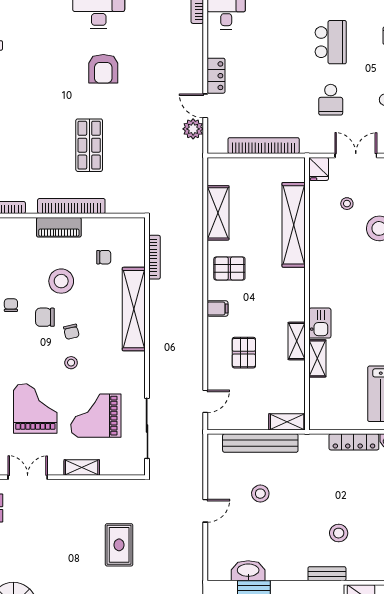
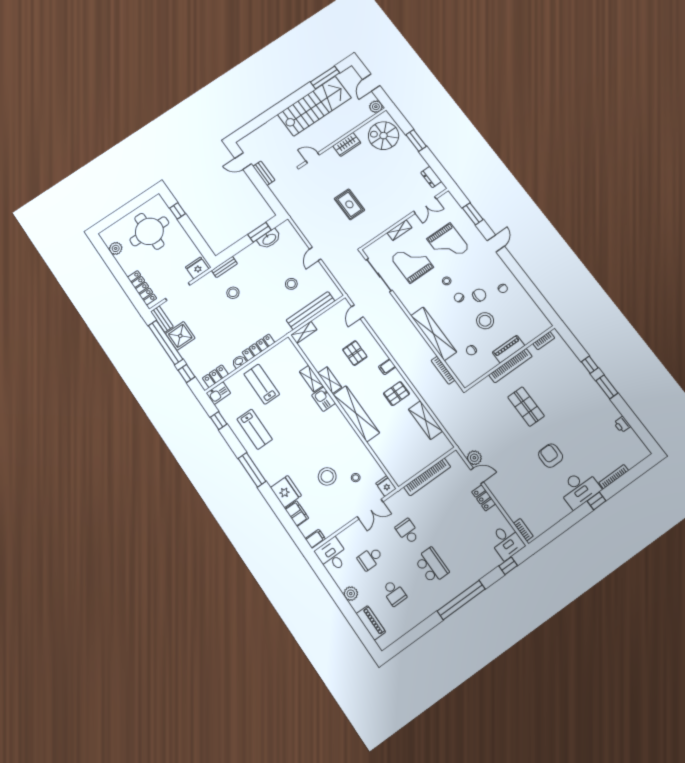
school desk: (331, 42) -> (432, 566), turned 180
shelving: (294, 225) -> (356, 414), moved
grand piano: (96, 416) -> (412, 262), turned -90

